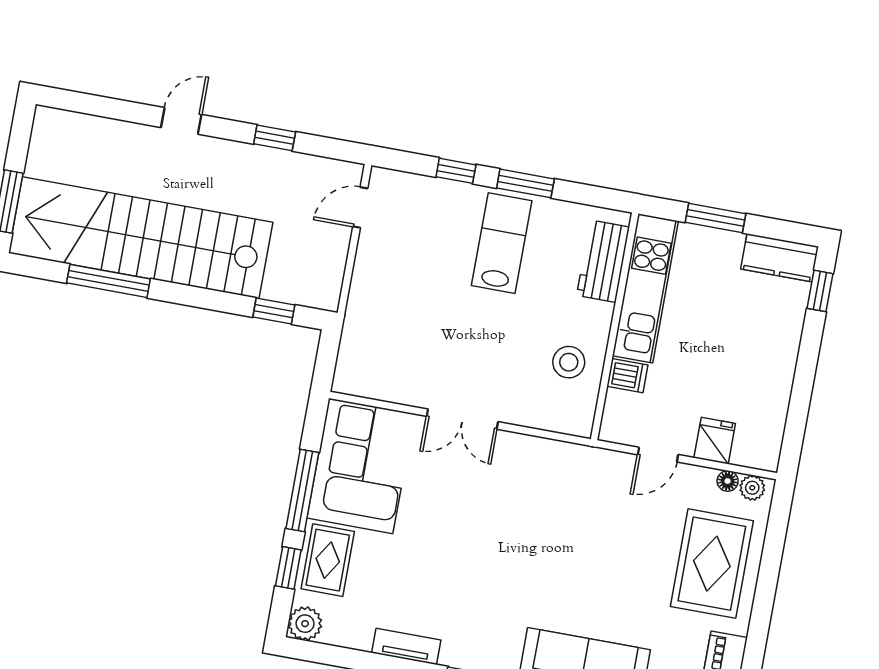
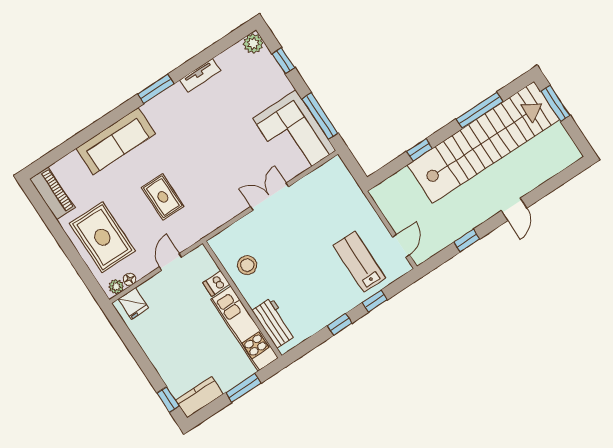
window: (525, 183) -> (340, 324), width x0.67
lab bench: (502, 243) -> (359, 262), moved, turned 180
window: (274, 311) -> (419, 150), moved
fridge: (715, 441) -> (133, 304), moved
window: (302, 491) -> (320, 116), moved
rug: (328, 560) -> (163, 197), moved

